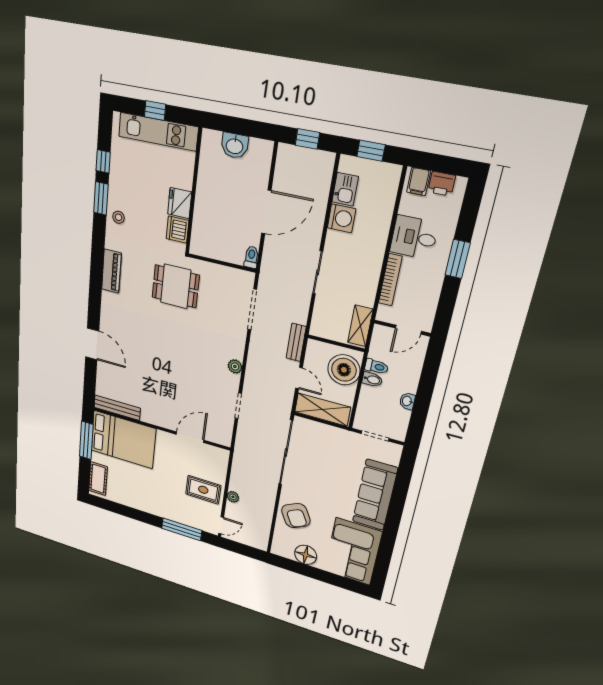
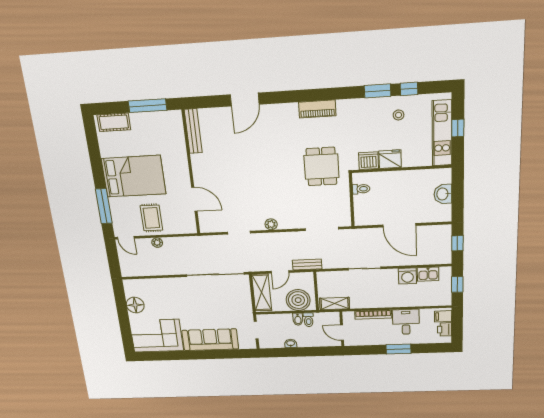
stool: (119, 217) -> (399, 115), moved
toilet: (251, 257) -> (361, 189), moved
bed: (123, 440) -> (134, 176), moved, turned -90
armchair: (296, 516) -> (165, 292), removed

